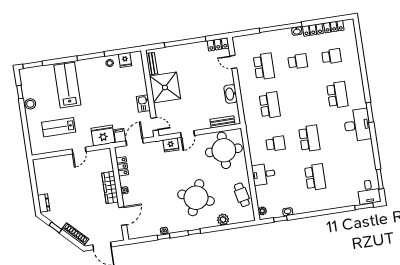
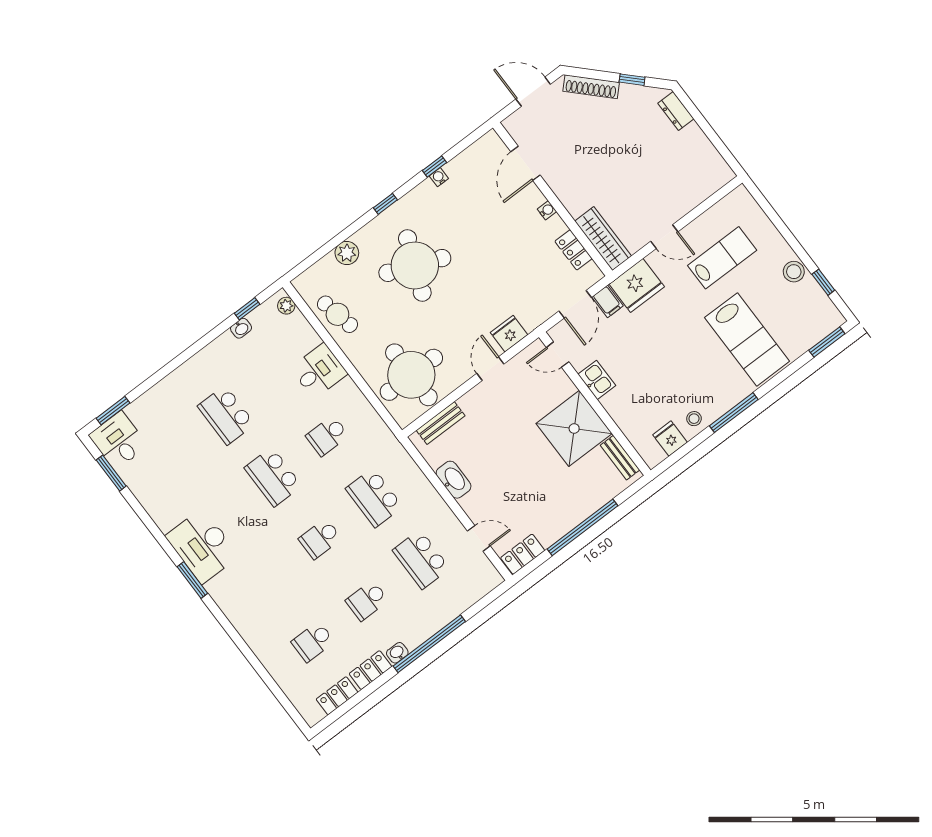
school desk: (337, 95) -> (320, 539), moved, width x0.54
door: (79, 150) -> (664, 237), swing flipped
wardrobe: (110, 187) -> (603, 239), moved

